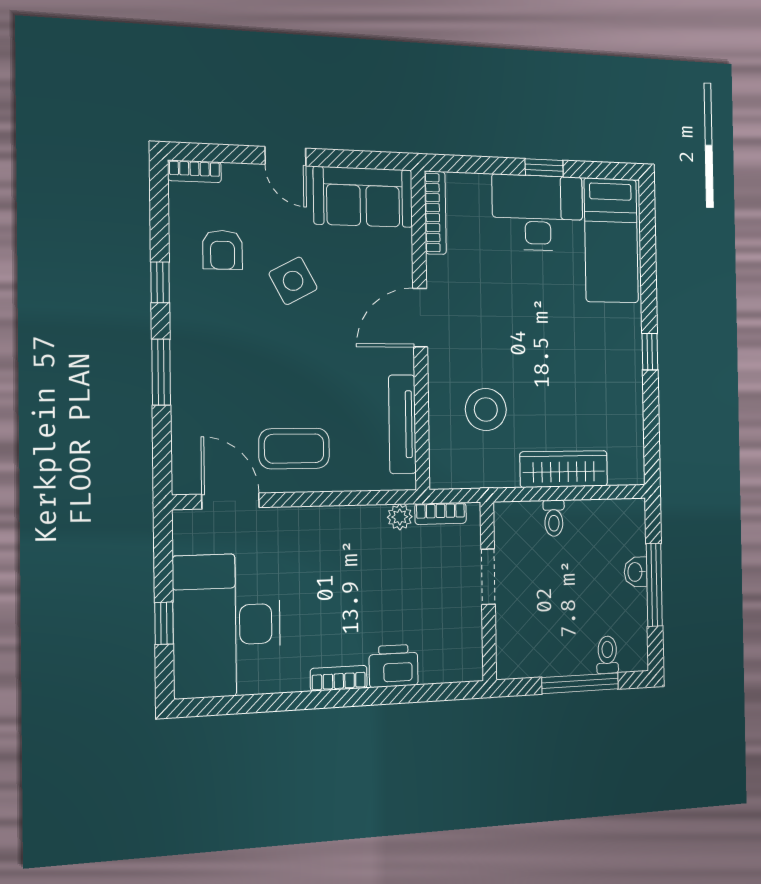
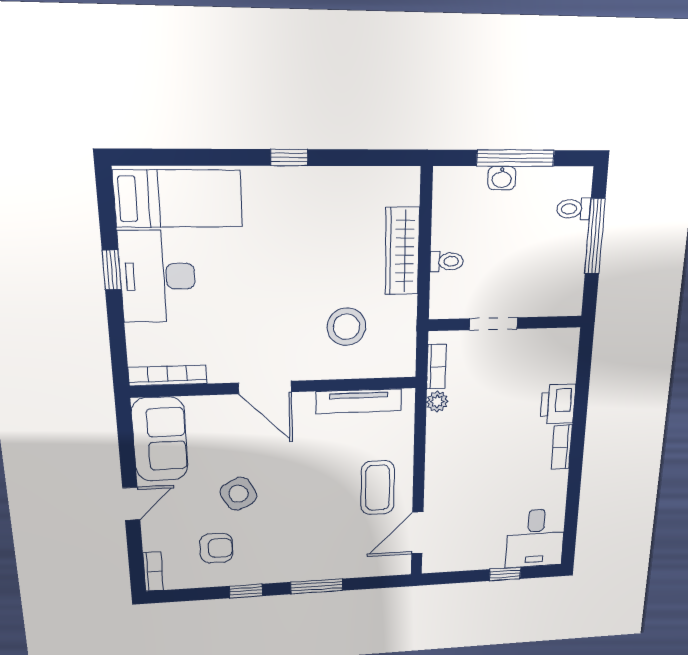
desk: (227, 625) -> (535, 538), width x0.53, depth x0.77

